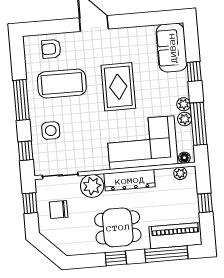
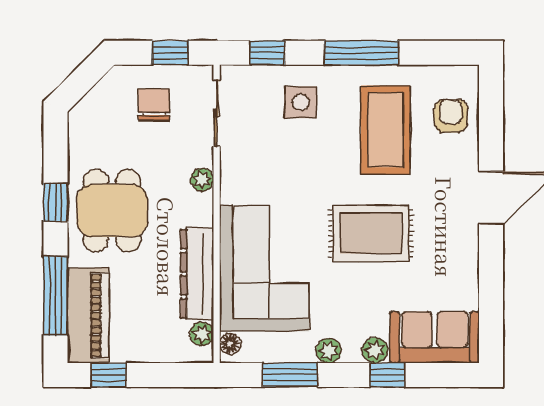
plant: (185, 119) -> (375, 350), moved
window: (198, 124) -> (290, 375), width x0.69
dresser: (130, 180) -> (197, 274), moved
plant: (92, 186) -> (202, 180), width x0.53, depth x0.53
window: (205, 203) -> (109, 375), moved

